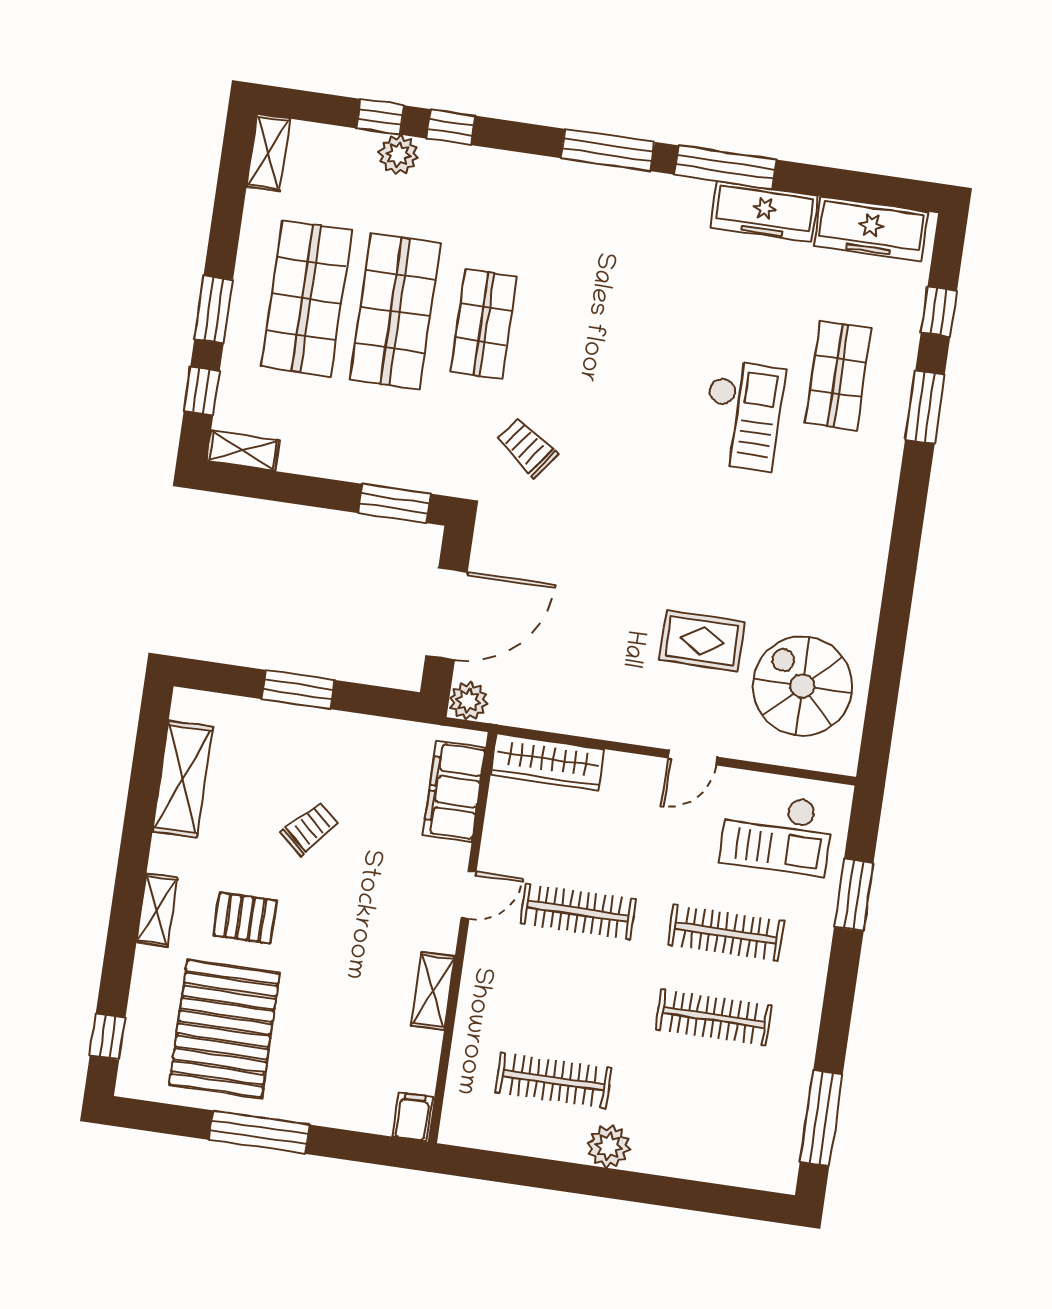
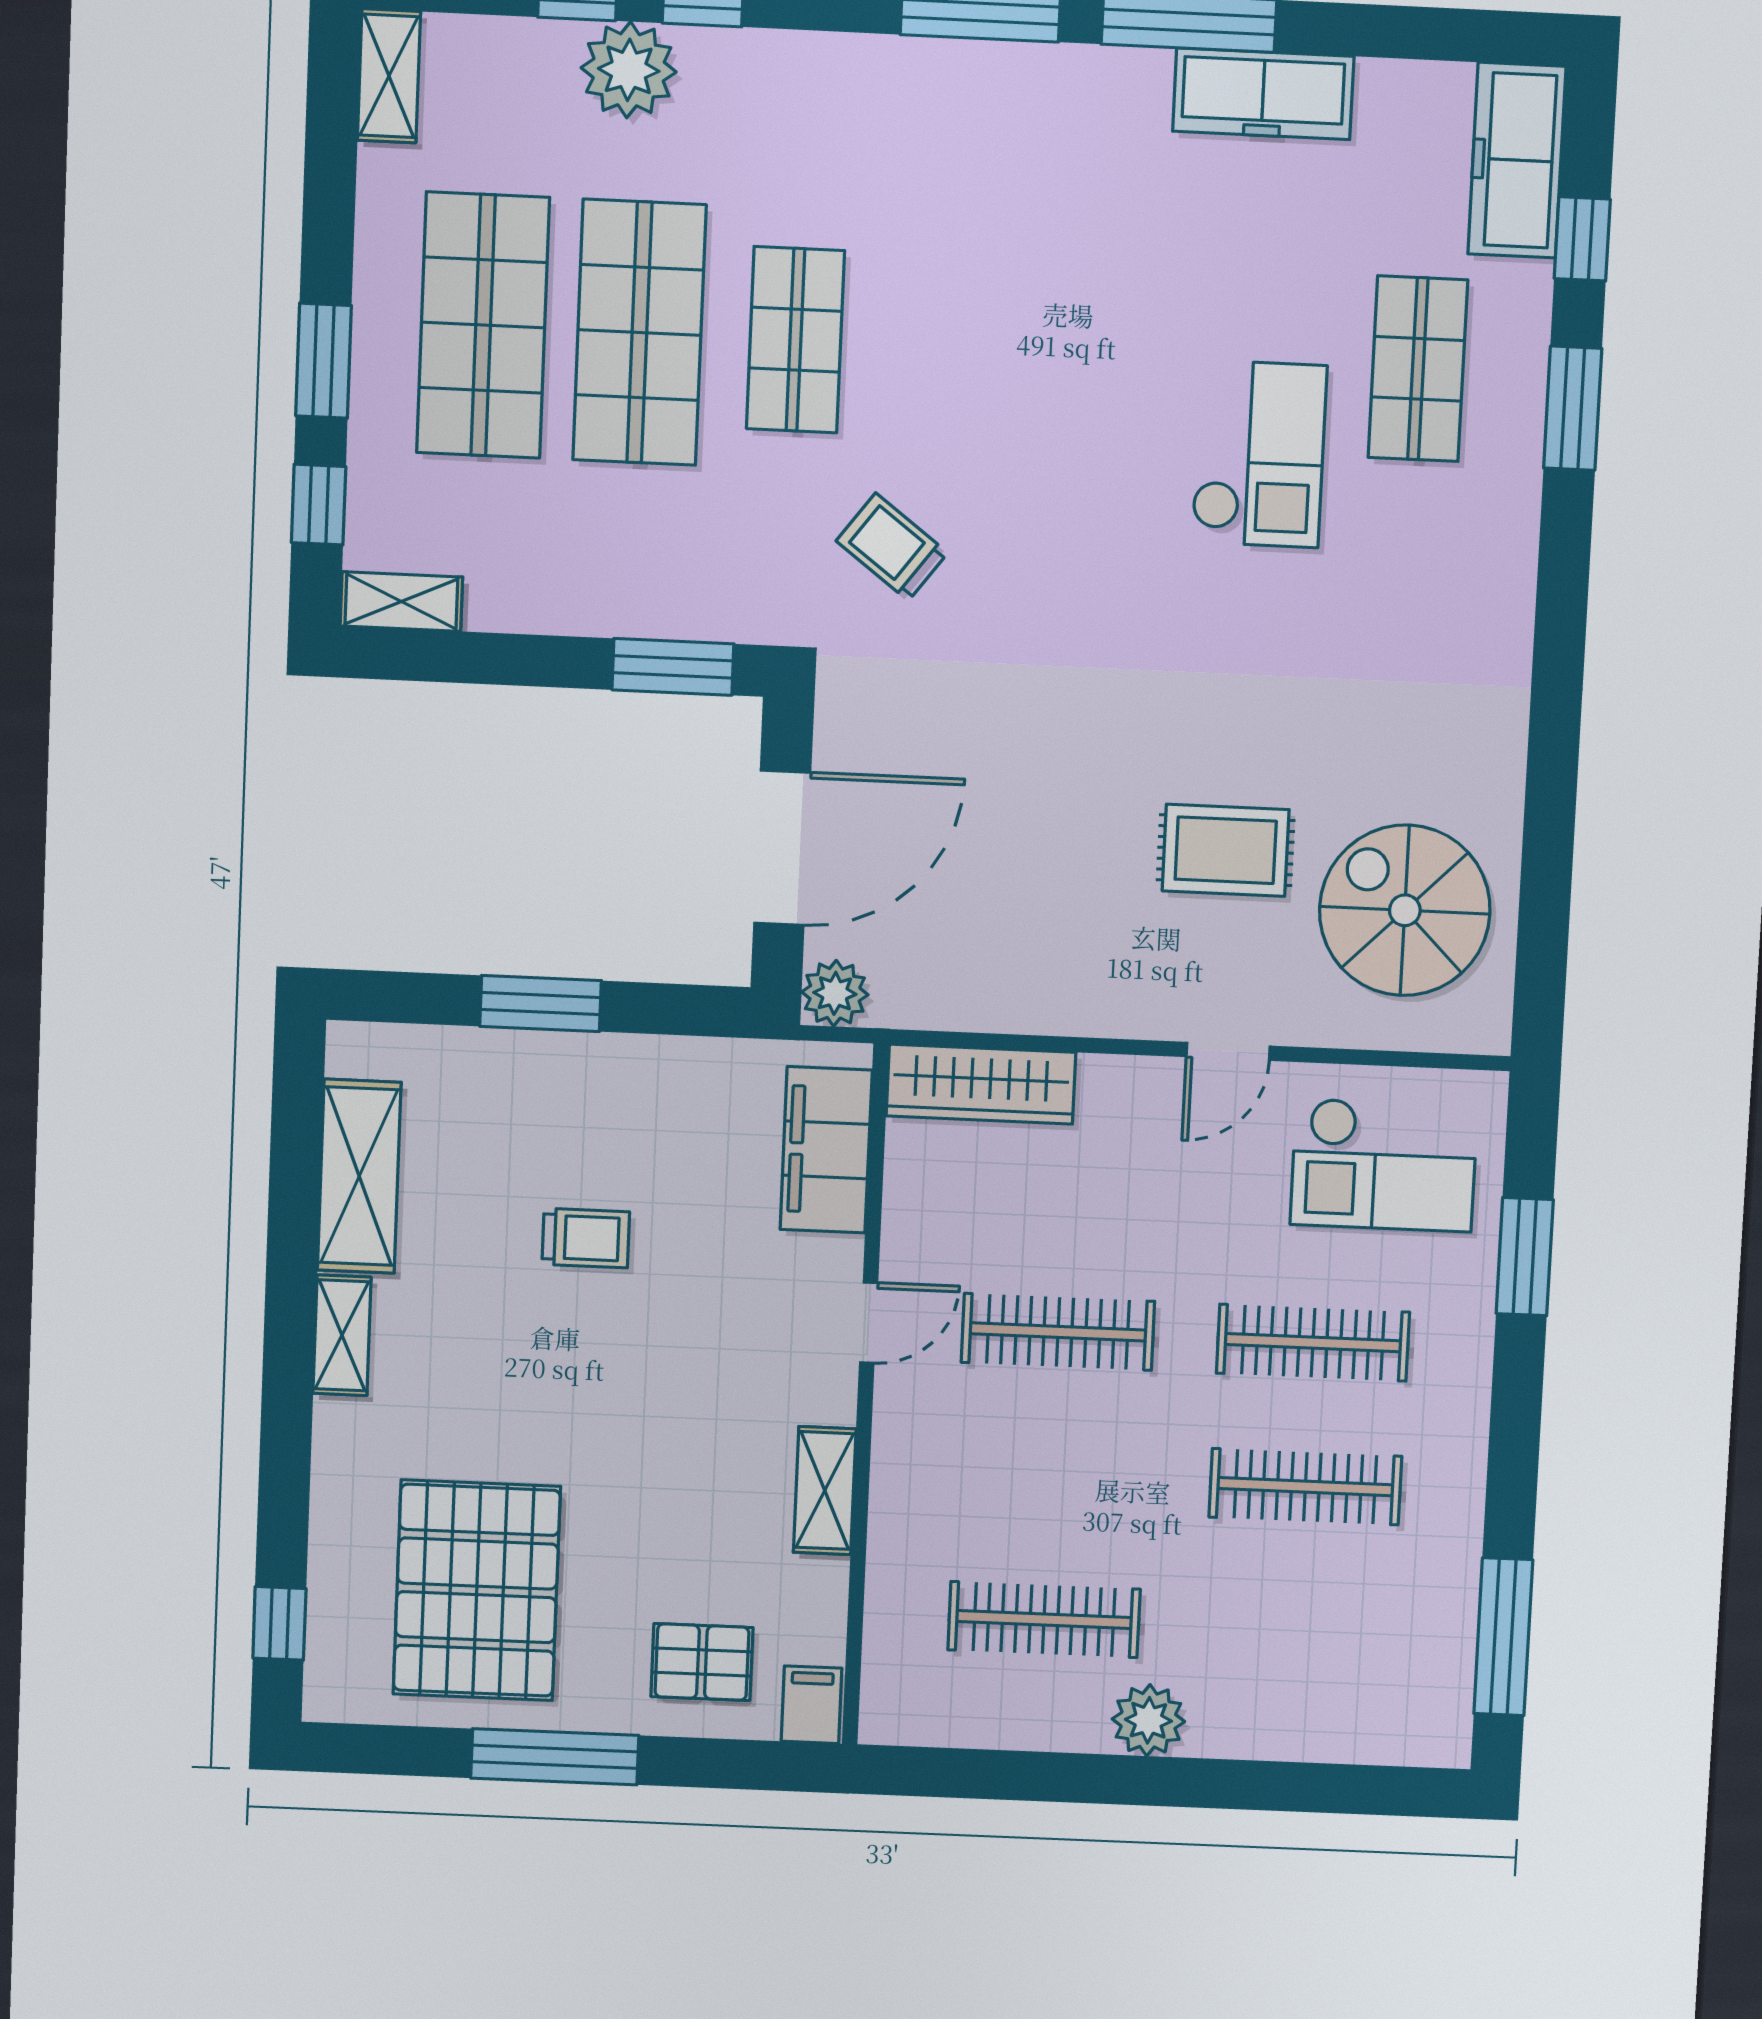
plant: (398, 155) -> (629, 70), width x1.36, depth x1.36
freezer: (871, 229) -> (1517, 160), moved, turned 90
trolley: (310, 829) -> (586, 1238), turned 48
shelving: (157, 910) -> (342, 1335), moved
pallet: (245, 918) -> (702, 1662), moved

